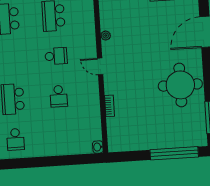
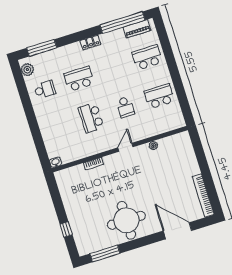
school desk: (59, 96) -> (91, 118), width x1.85
school desk: (15, 139) -> (45, 90), turned 180
window: (174, 153) -> (66, 229), width x0.32

